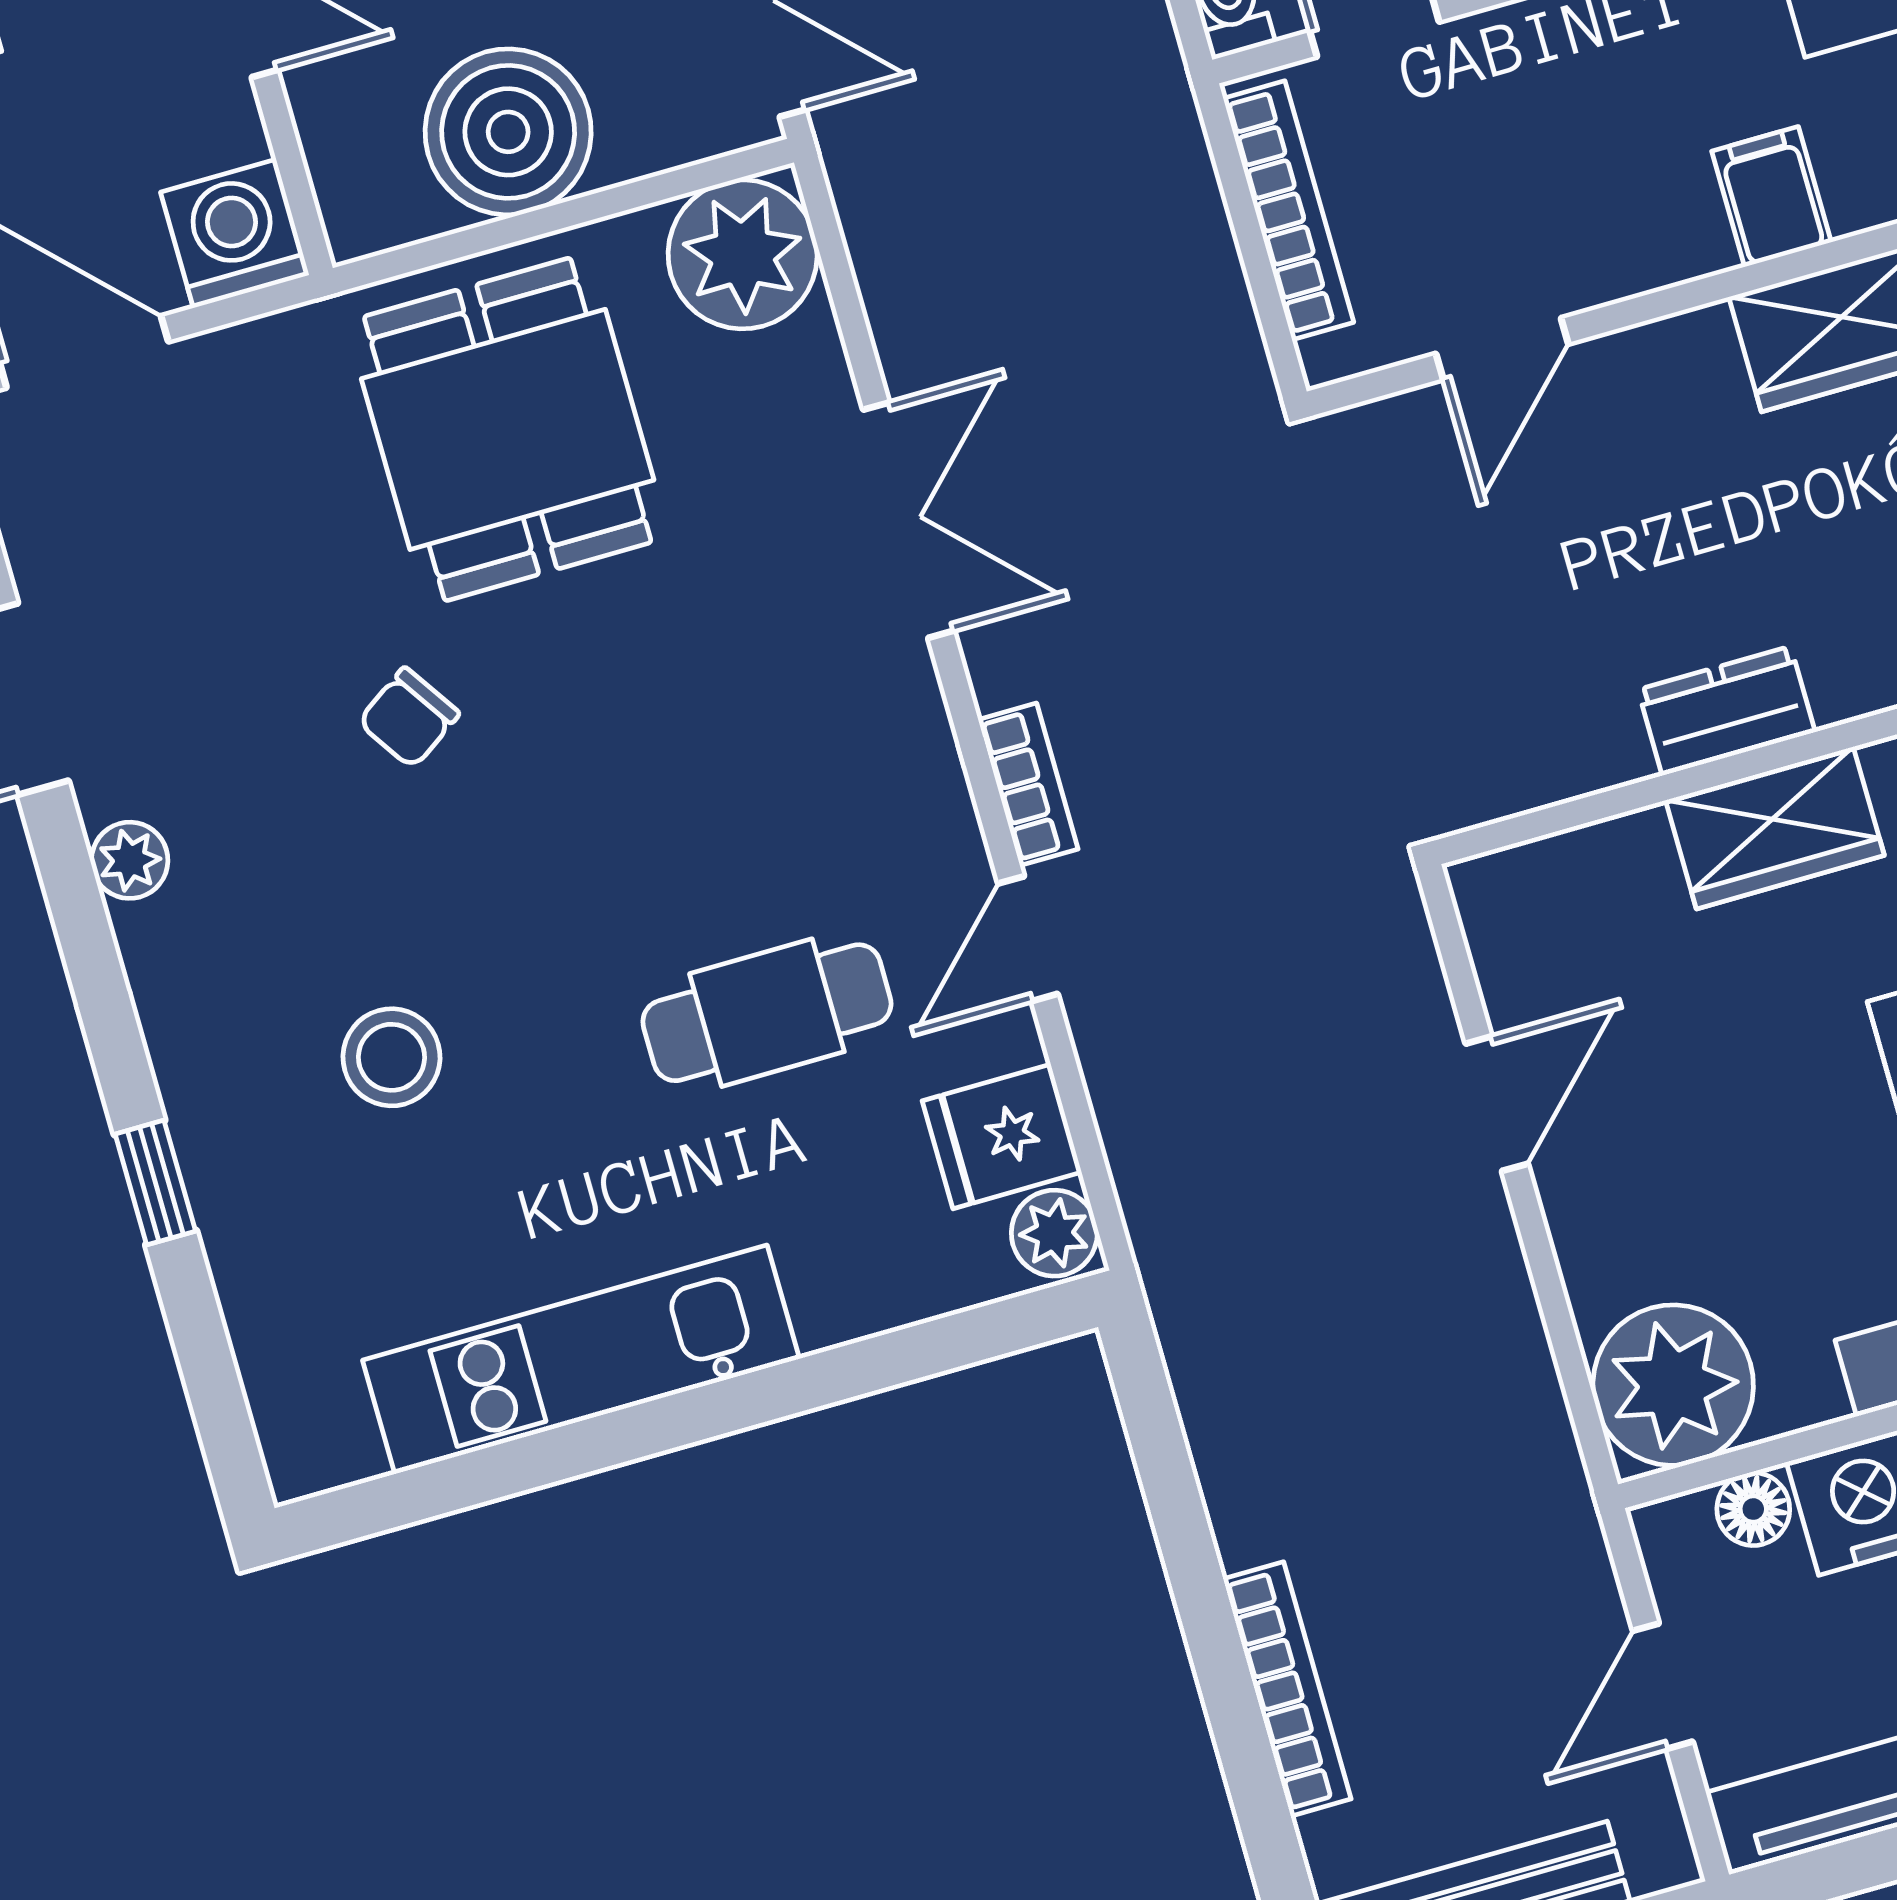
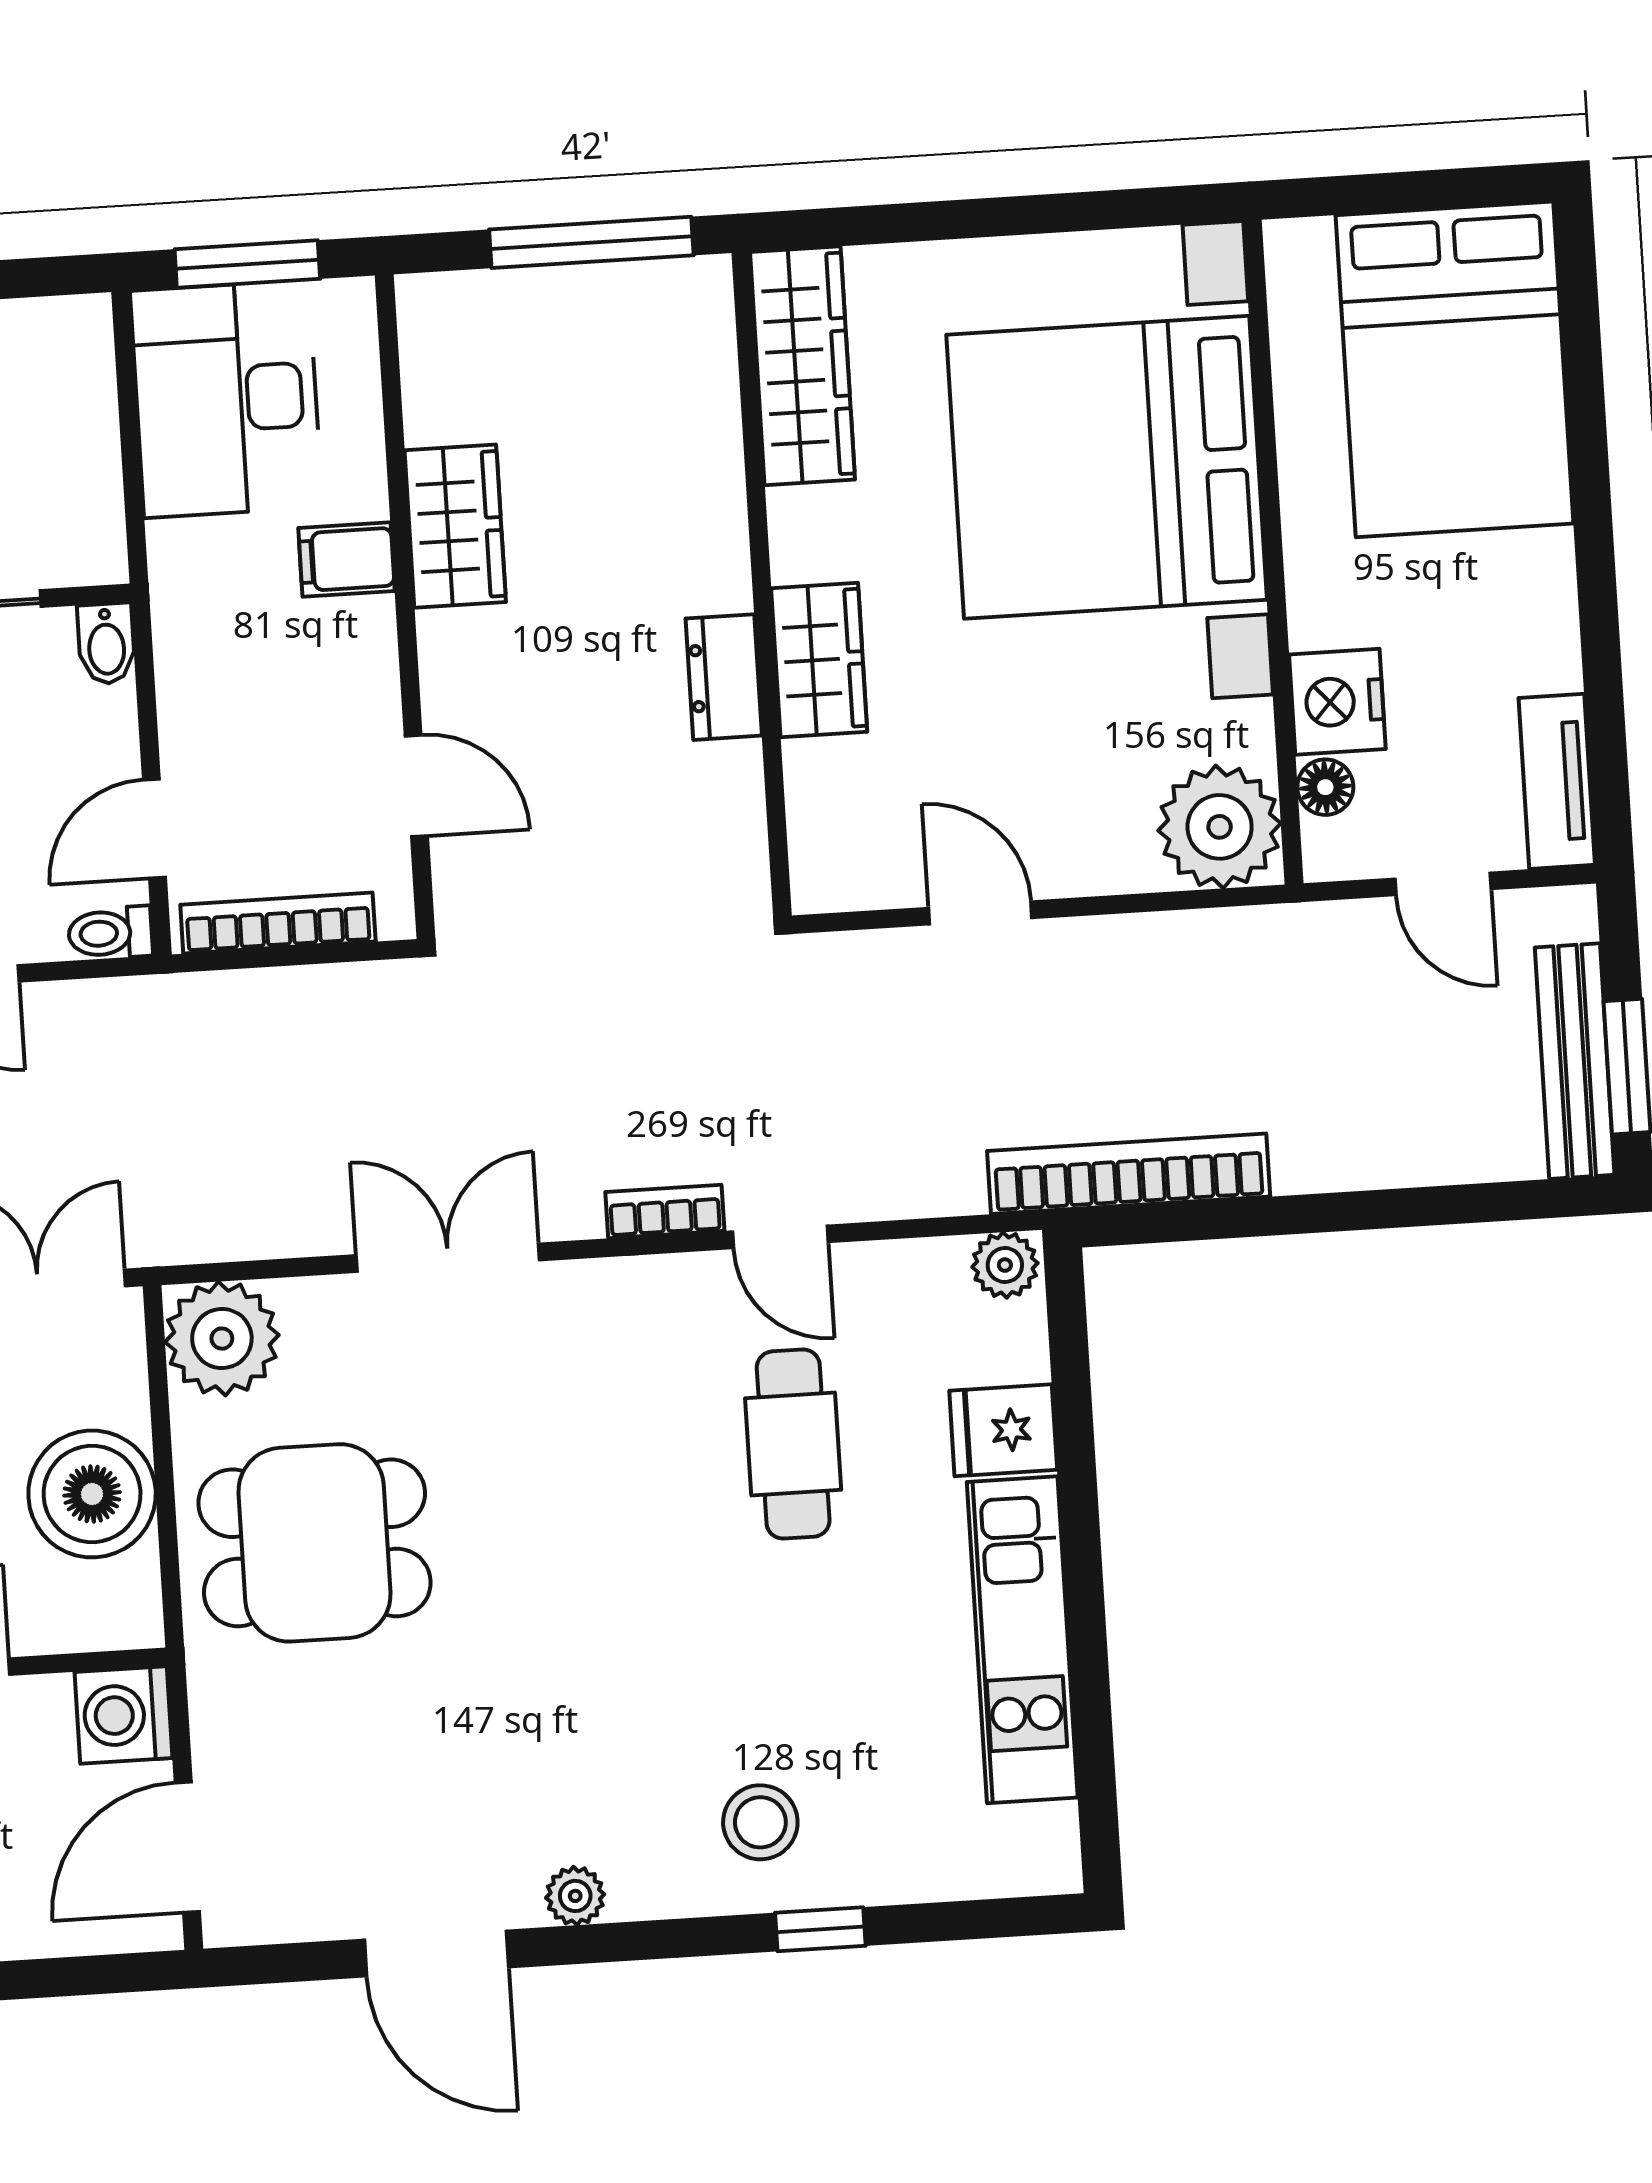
chair: (409, 718) -> (514, 1664), removed
stool: (392, 1057) -> (760, 1822), moved
fridge: (1002, 1137) -> (1003, 1430), moved, turned 90
bookcase: (1287, 1689) -> (1129, 1174), moved, width x1.48, depth x1.31

